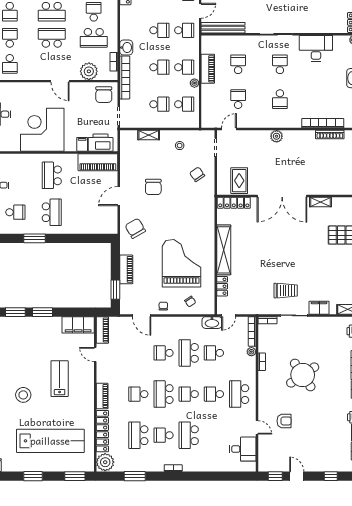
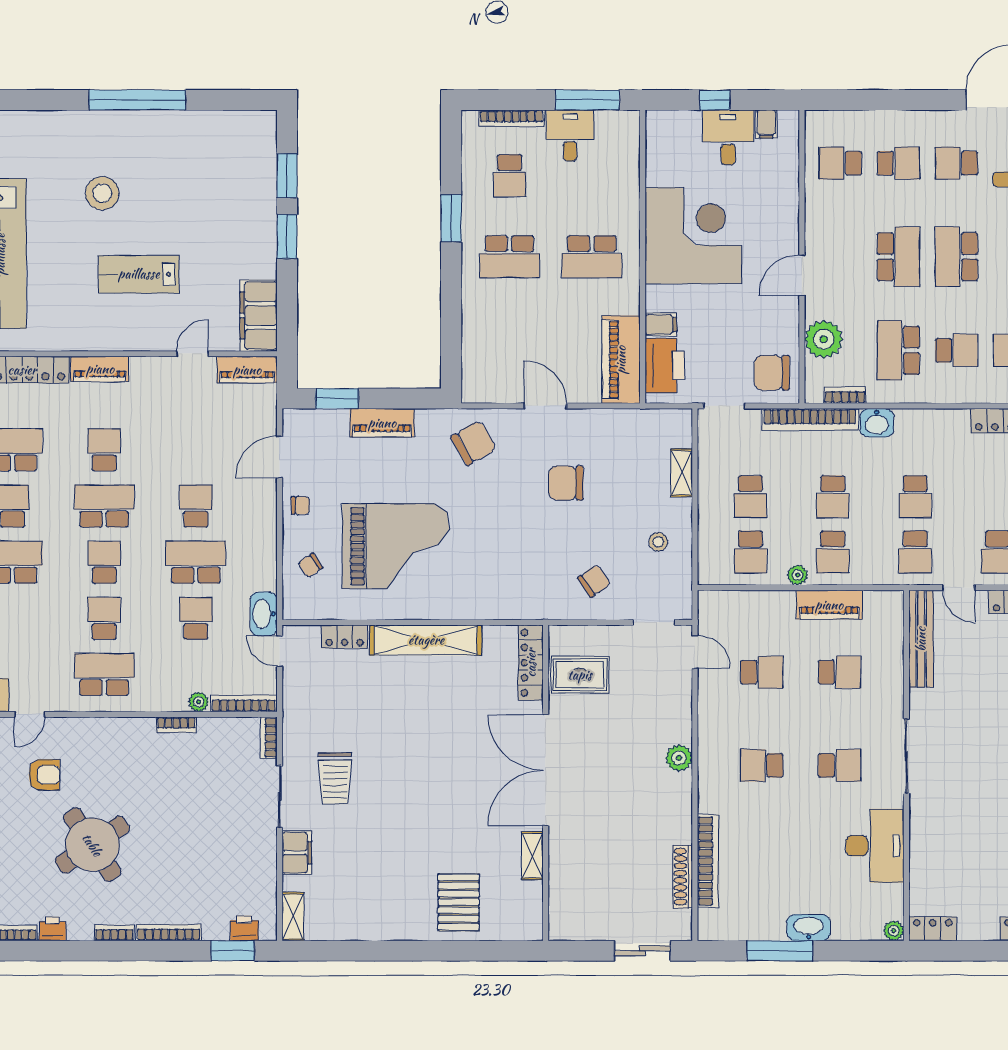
school desk: (52, 175) -> (592, 257), turned 180
round table: (303, 375) -> (92, 845), moved
lab bench: (60, 379) -> (139, 274), turned 180
armchair: (284, 421) -> (44, 775), turned -90

